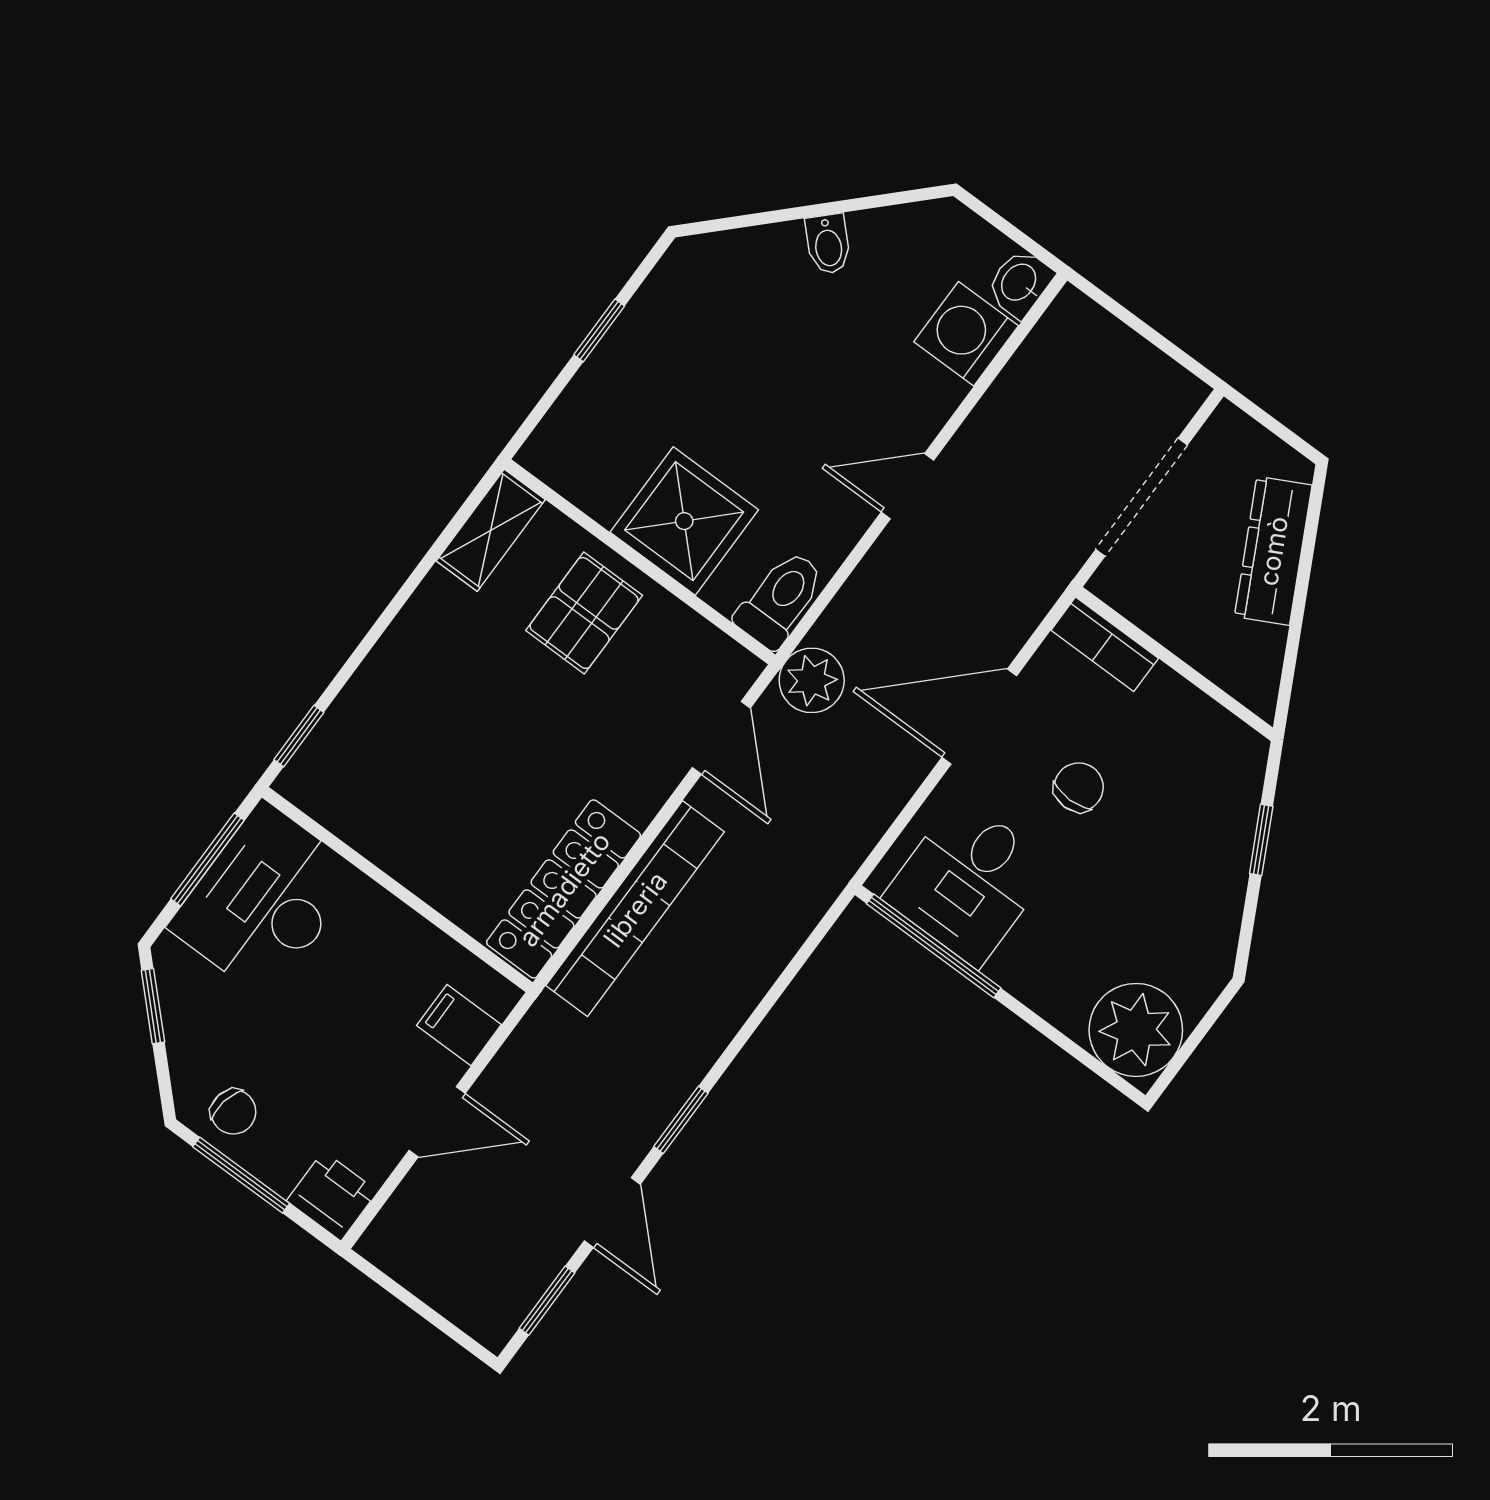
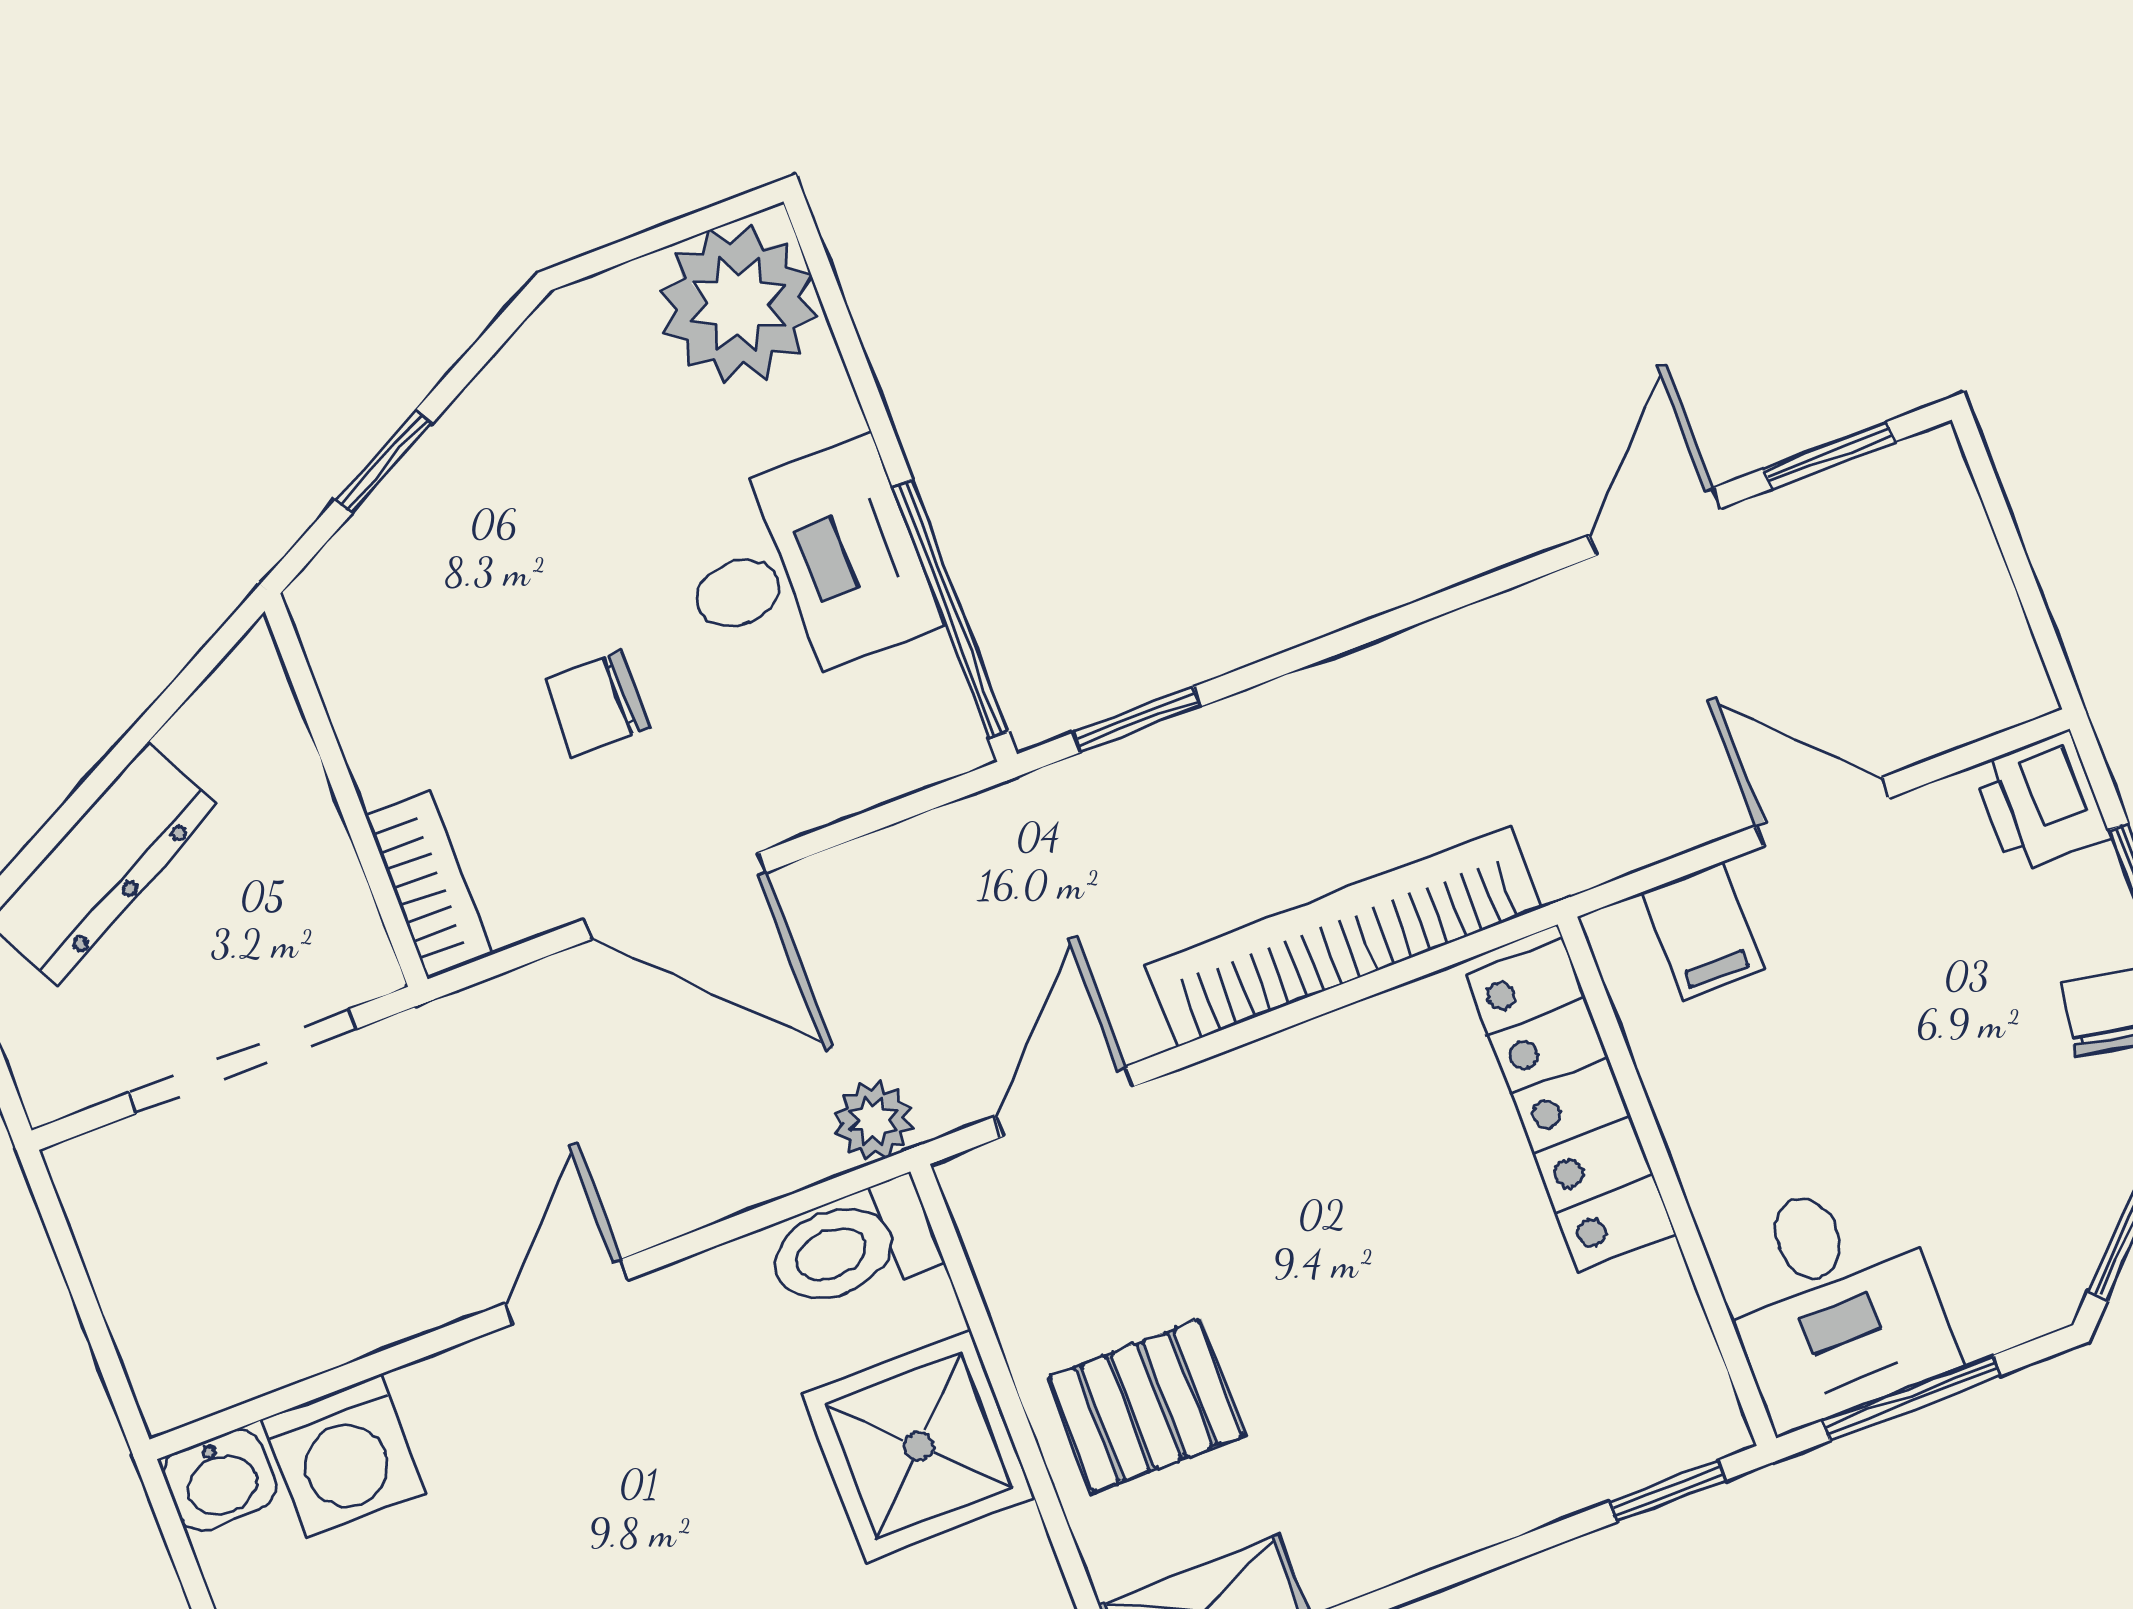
door: (908, 486) -> (567, 1292), swing flipped
plant: (812, 680) -> (873, 1121), width x0.73, depth x0.73
desk: (968, 882) -> (803, 568), moved
locker: (564, 889) -> (1571, 1105), moved, turned 90
desk: (265, 900) -> (1832, 1301), width x0.73
window: (681, 1120) -> (1137, 719), moved

